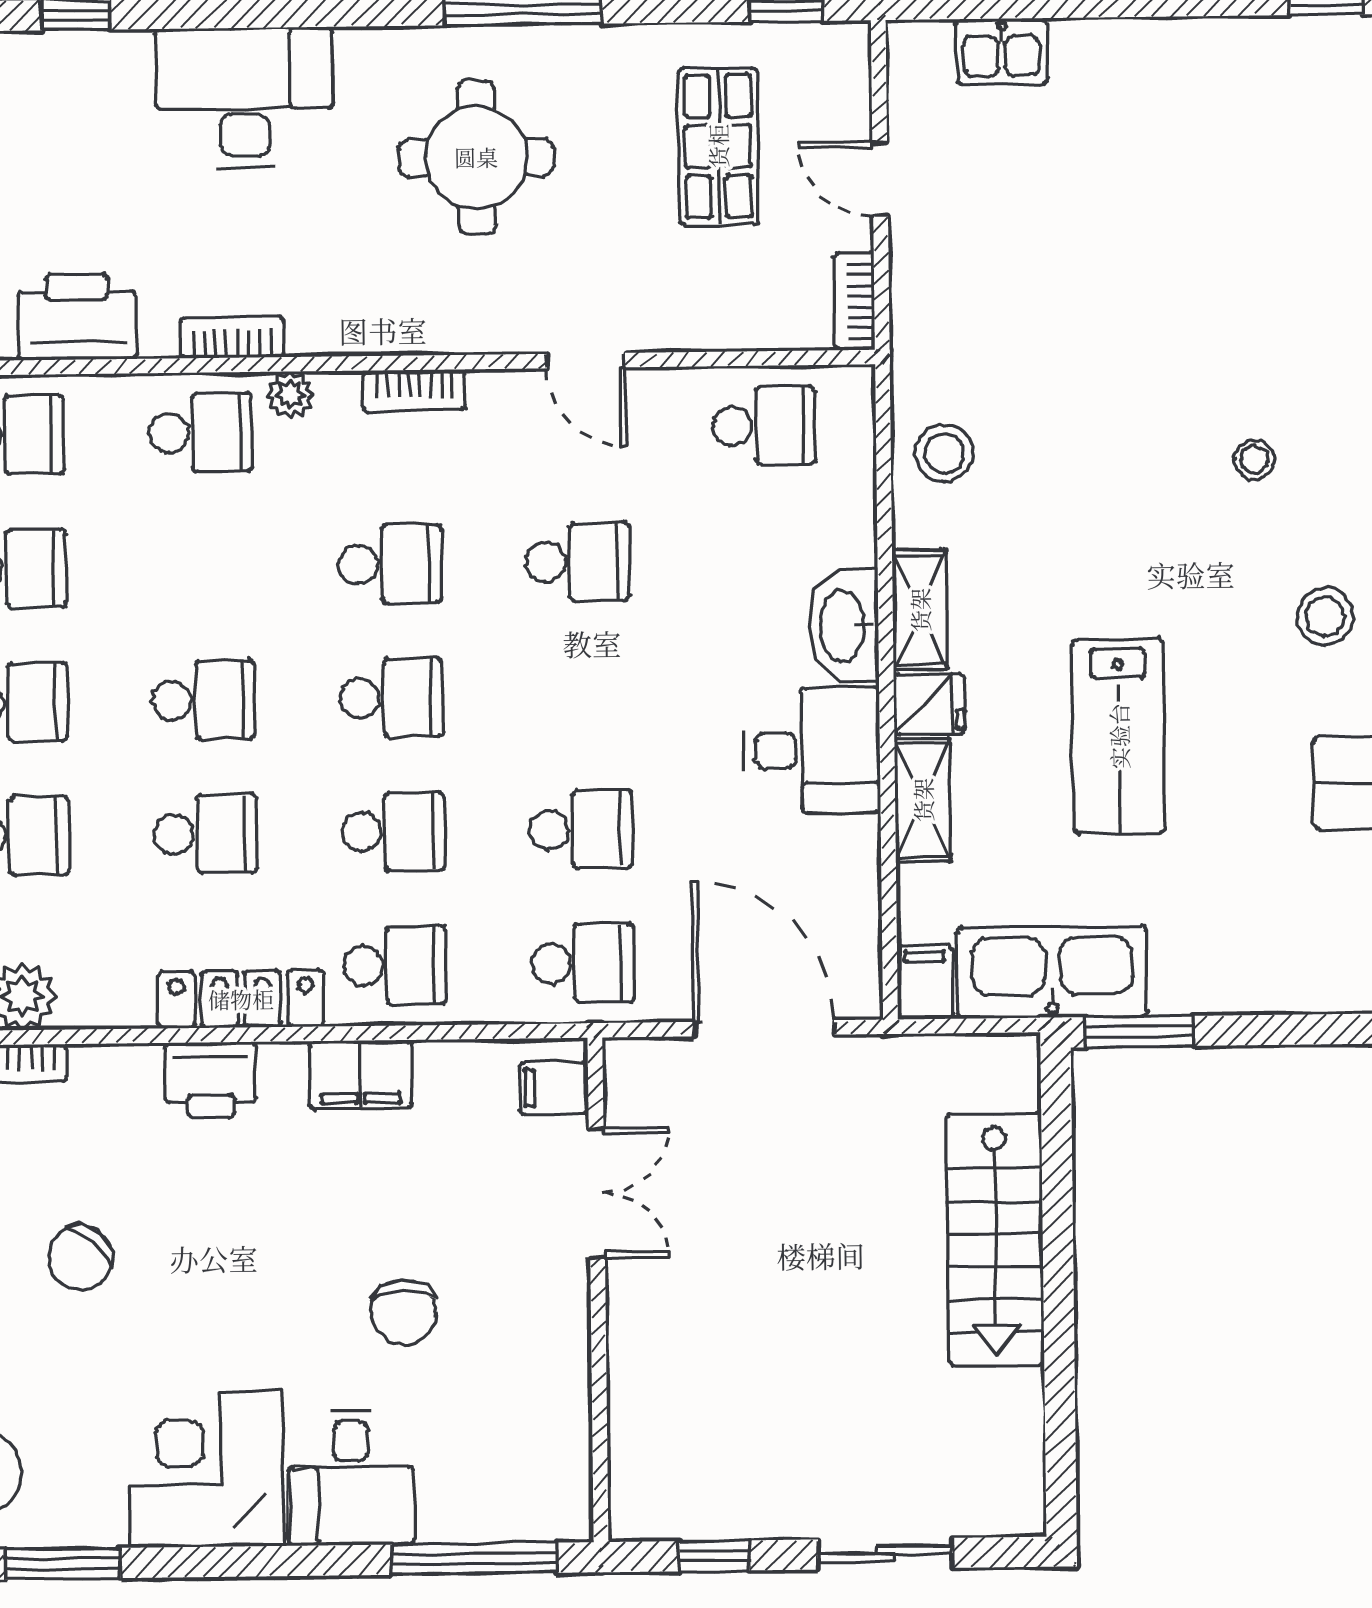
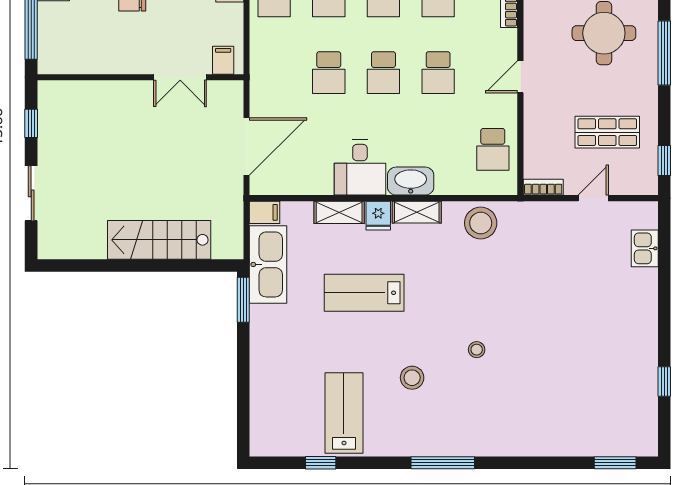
stool: (944, 453) -> (481, 223), width x1.38, depth x1.38
school desk: (583, 963) -> (383, 73), moved

